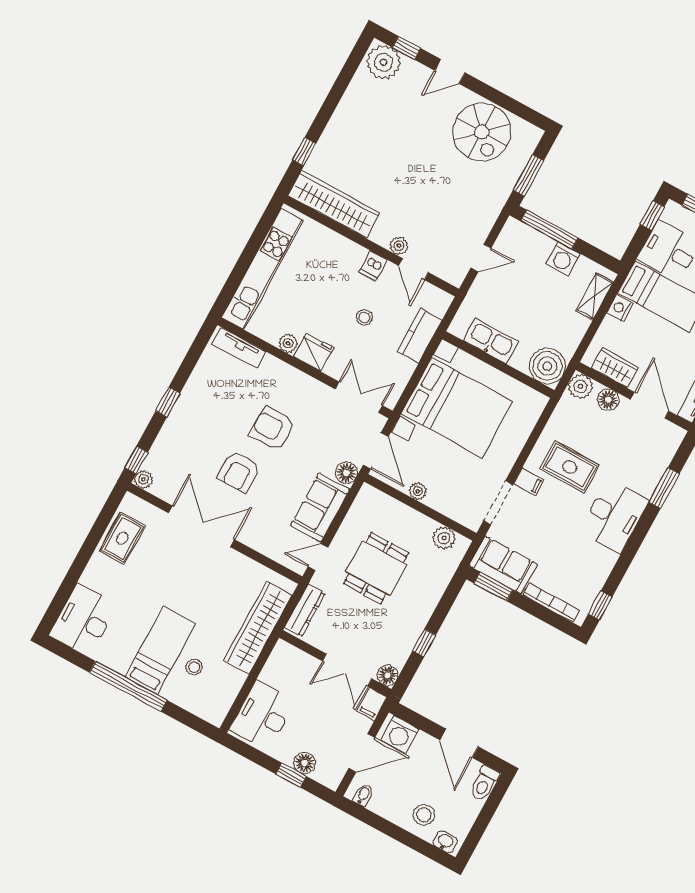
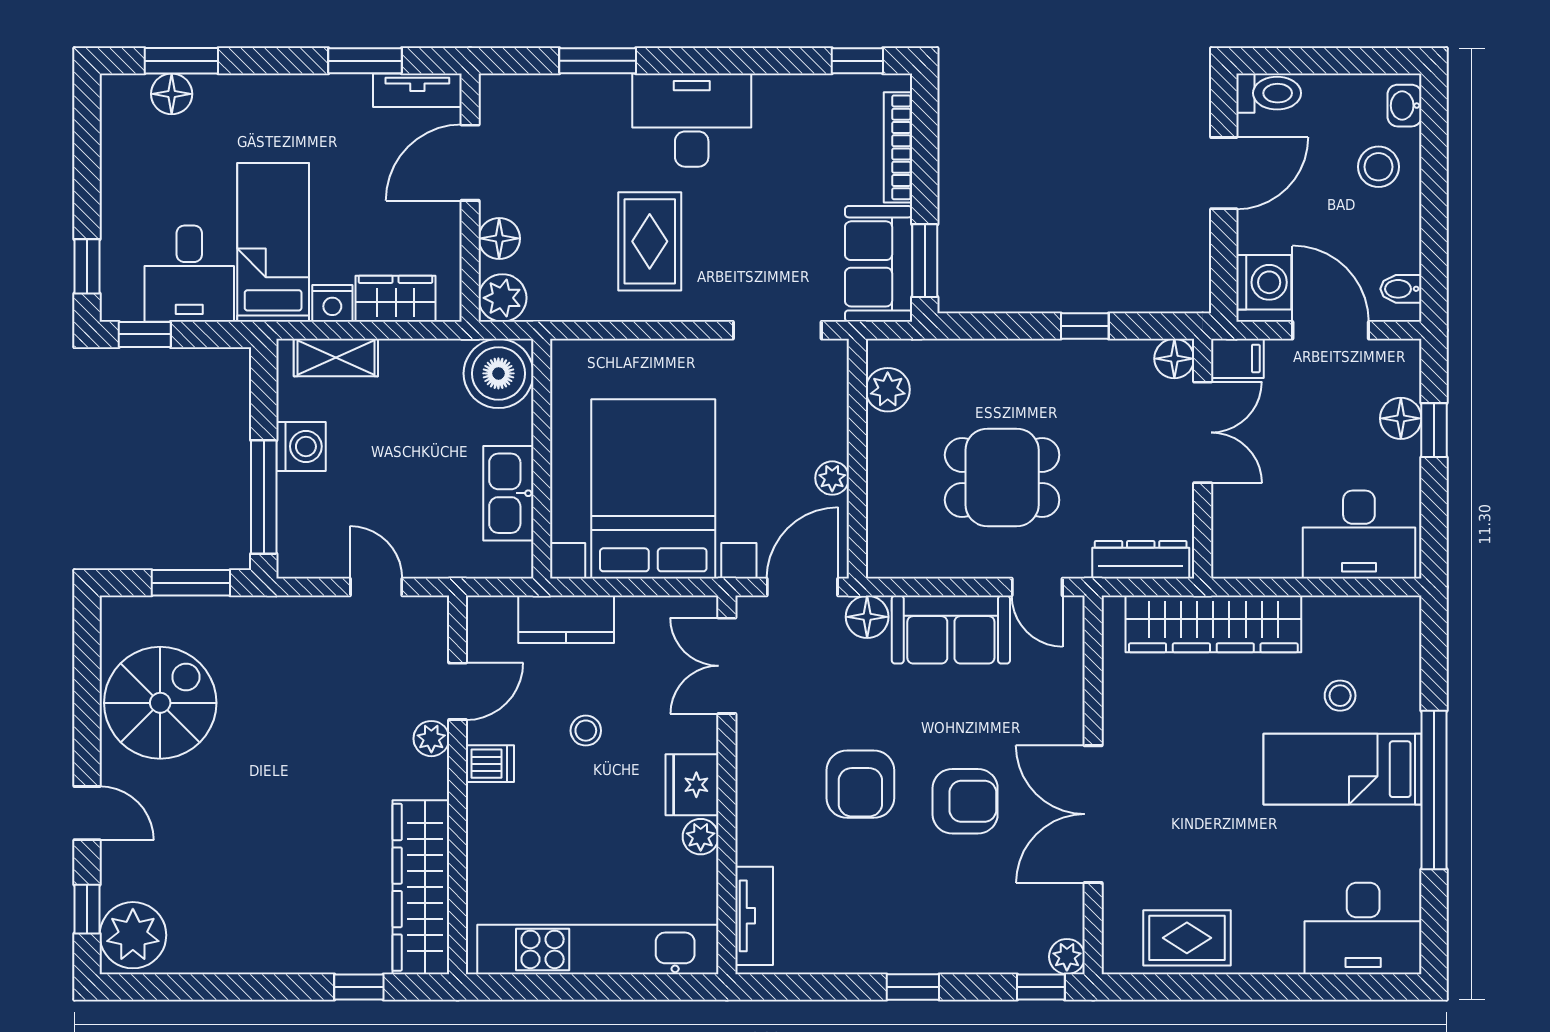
wardrobe: (615, 368) -> (396, 299), moved, turned 90
filing cabinet: (529, 482) -> (713, 297), removed

